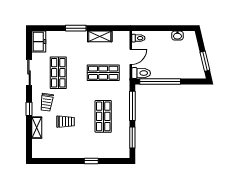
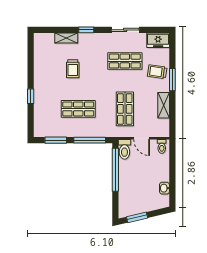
trolley: (47, 102) -> (157, 72), moved

